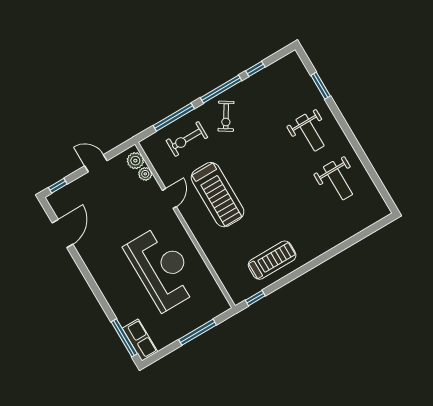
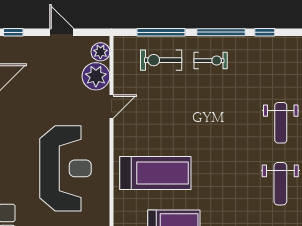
exercise bike: (226, 116) -> (211, 61), turned -122
plant: (145, 174) -> (96, 76), width x1.88, depth x1.88
treadmill: (218, 195) -> (155, 173), moved, turned -90

